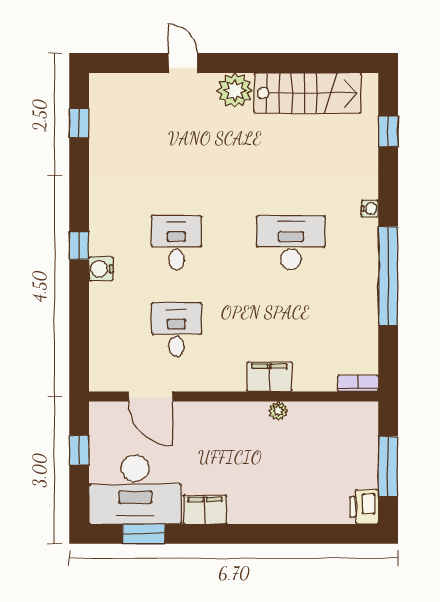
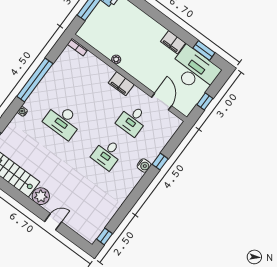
door: (183, 63) -> (53, 222), swing flipped
window: (79, 123) -> (105, 236), moved
window: (79, 245) -> (160, 162), moved
filing cabinet: (269, 377) -> (121, 84), moved

